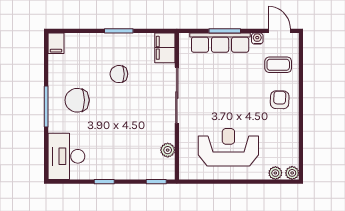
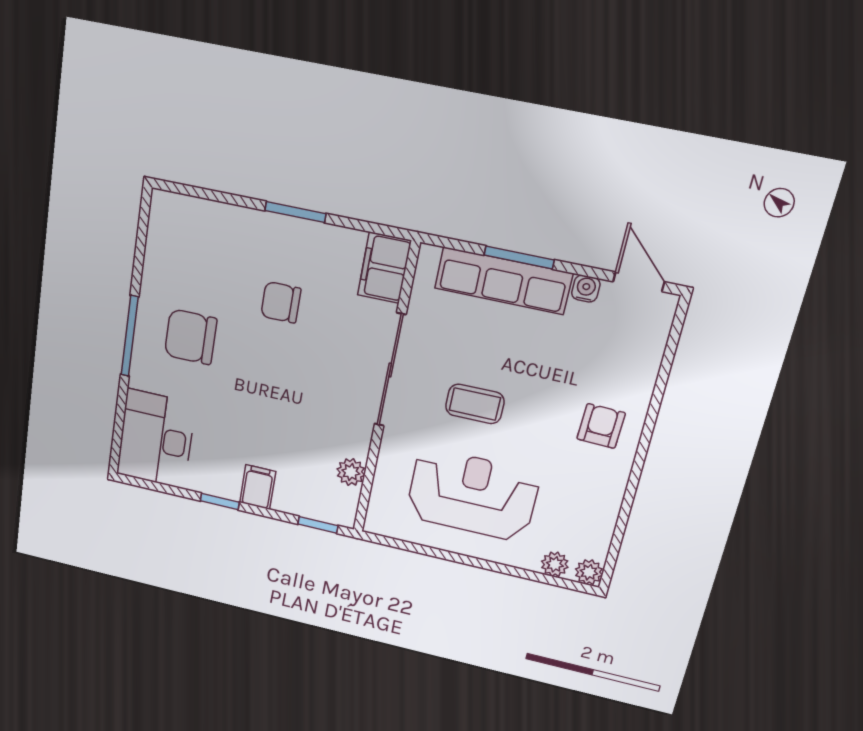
filing cabinet: (56, 43) -> (258, 487), moved, turned 180
coffee table: (278, 65) -> (475, 404), moved

